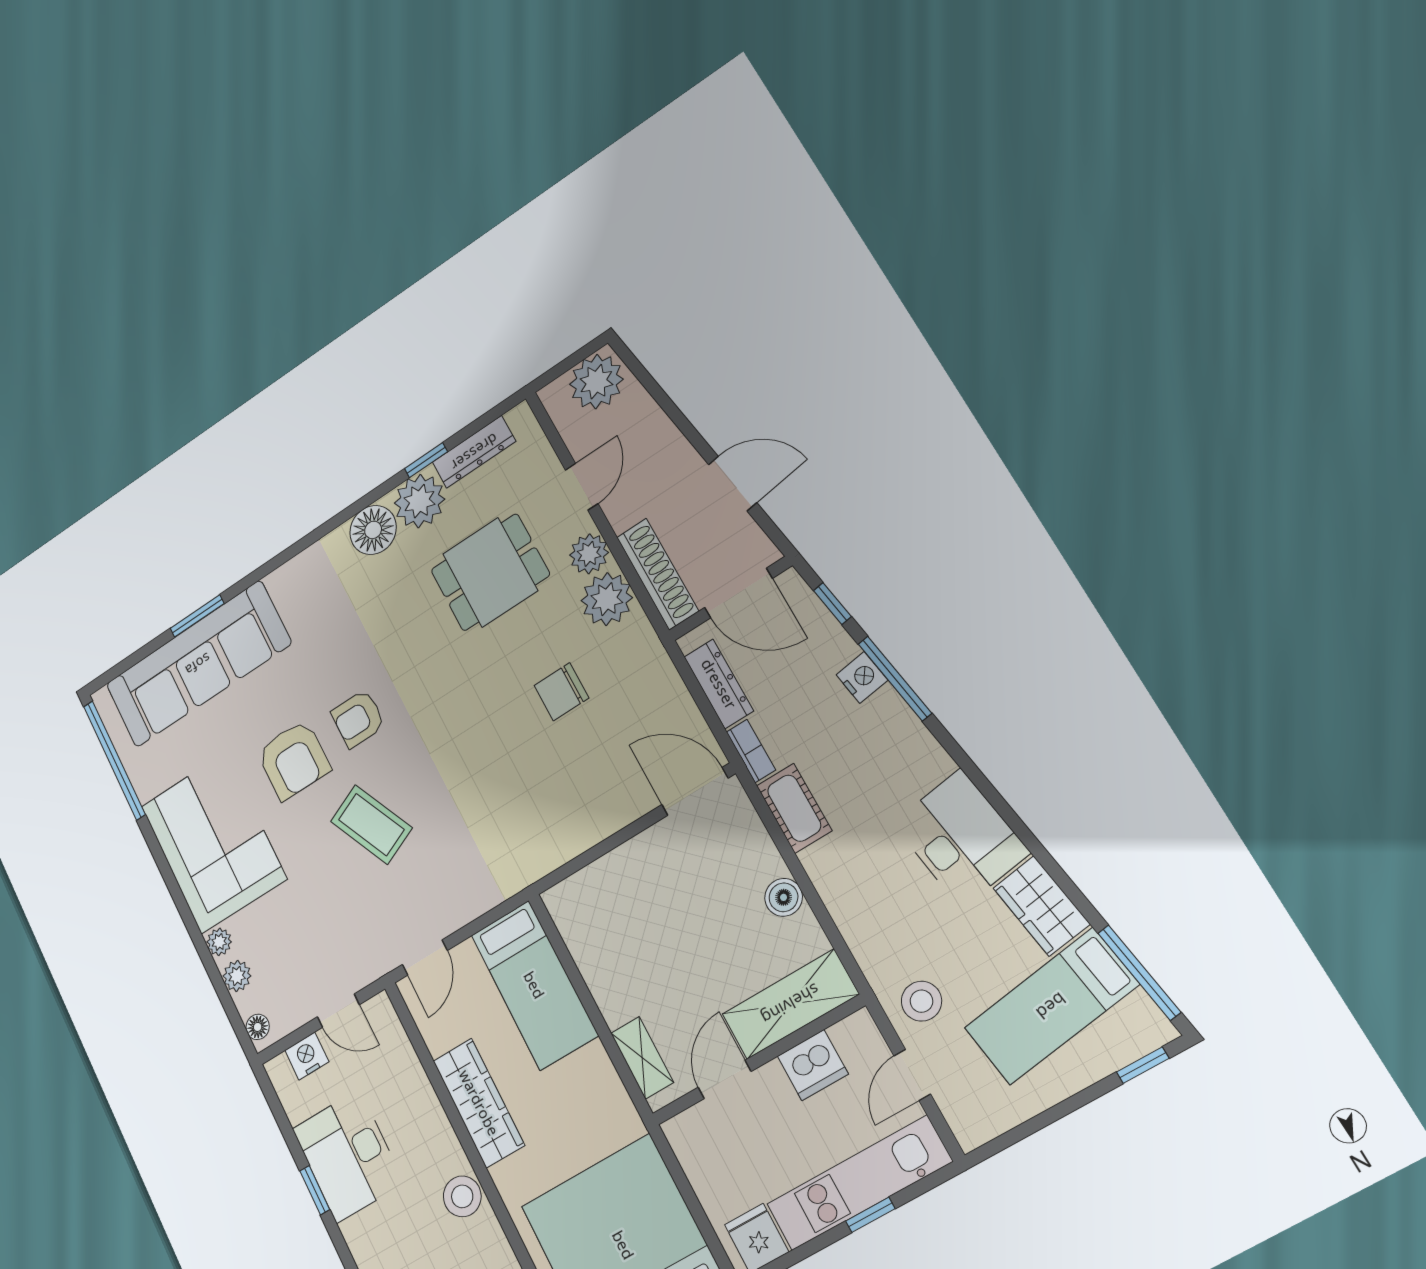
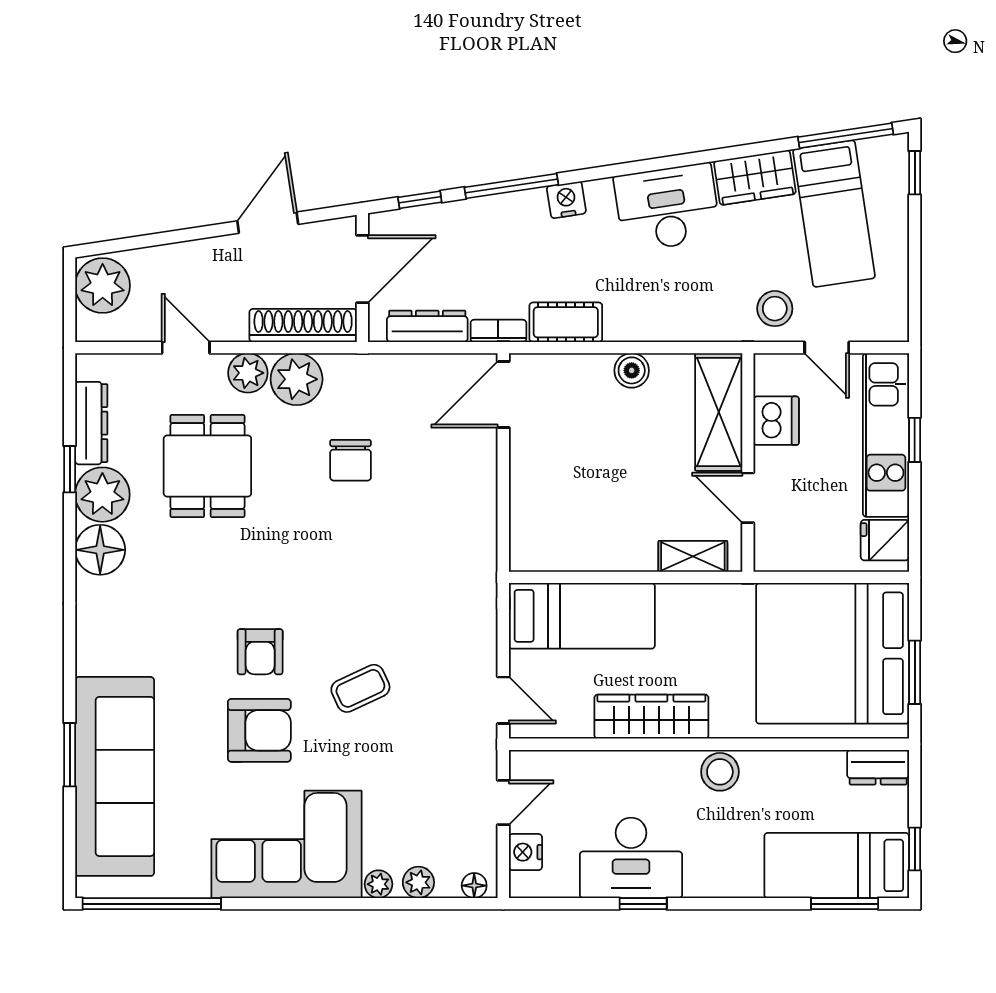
nightstand: (862, 677) -> (566, 200), moved
coffee table: (371, 825) -> (360, 688), width x0.73, depth x0.77

